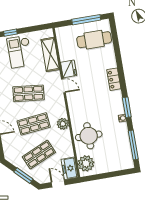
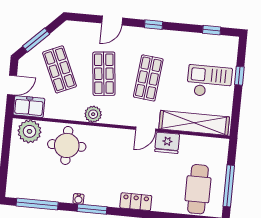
shelving: (50, 54) -> (194, 123), width x1.47

